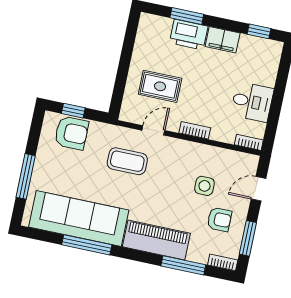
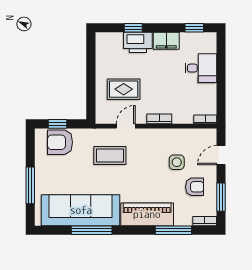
window: (187, 16) -> (133, 28), width x0.67
desk: (252, 102) -> (201, 68), moved
armchair: (71, 133) -> (60, 142), turned 180

